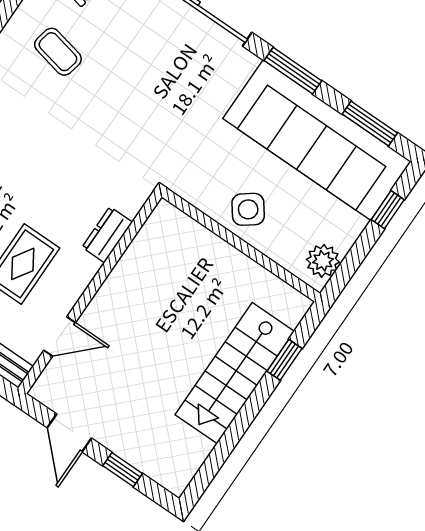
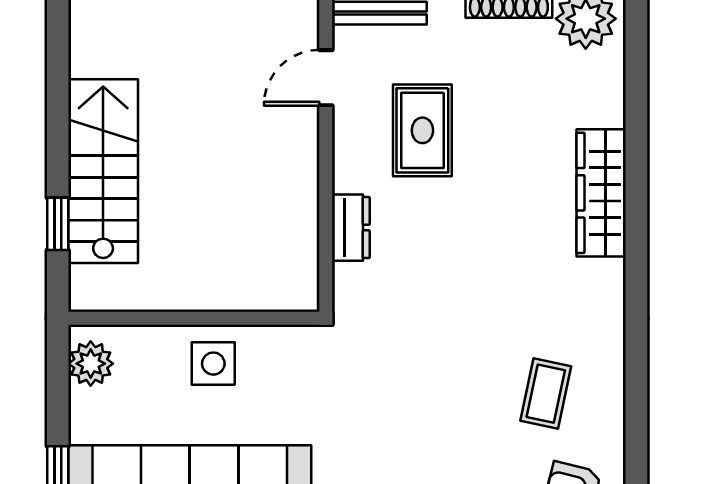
coffee table: (58, 52) -> (546, 394), turned 90
side table: (248, 209) -> (213, 364), turned 37

